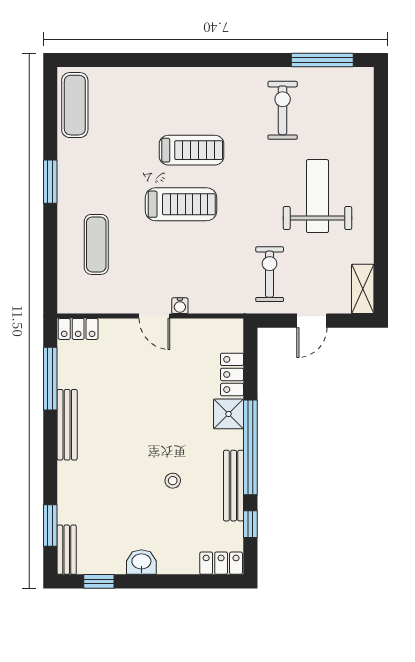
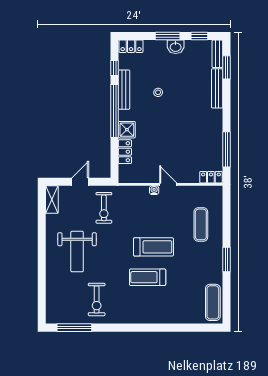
treadmill: (181, 204) -> (153, 247), turned 180
bench: (67, 425) -> (217, 88), moved
window: (156, 581) -> (168, 36), added

